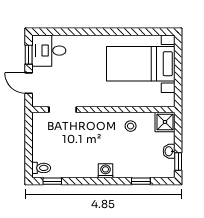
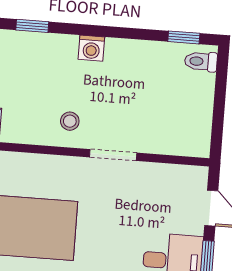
doorway: (63, 110) -> (113, 155), moved
stool: (131, 126) -> (70, 121), moved

